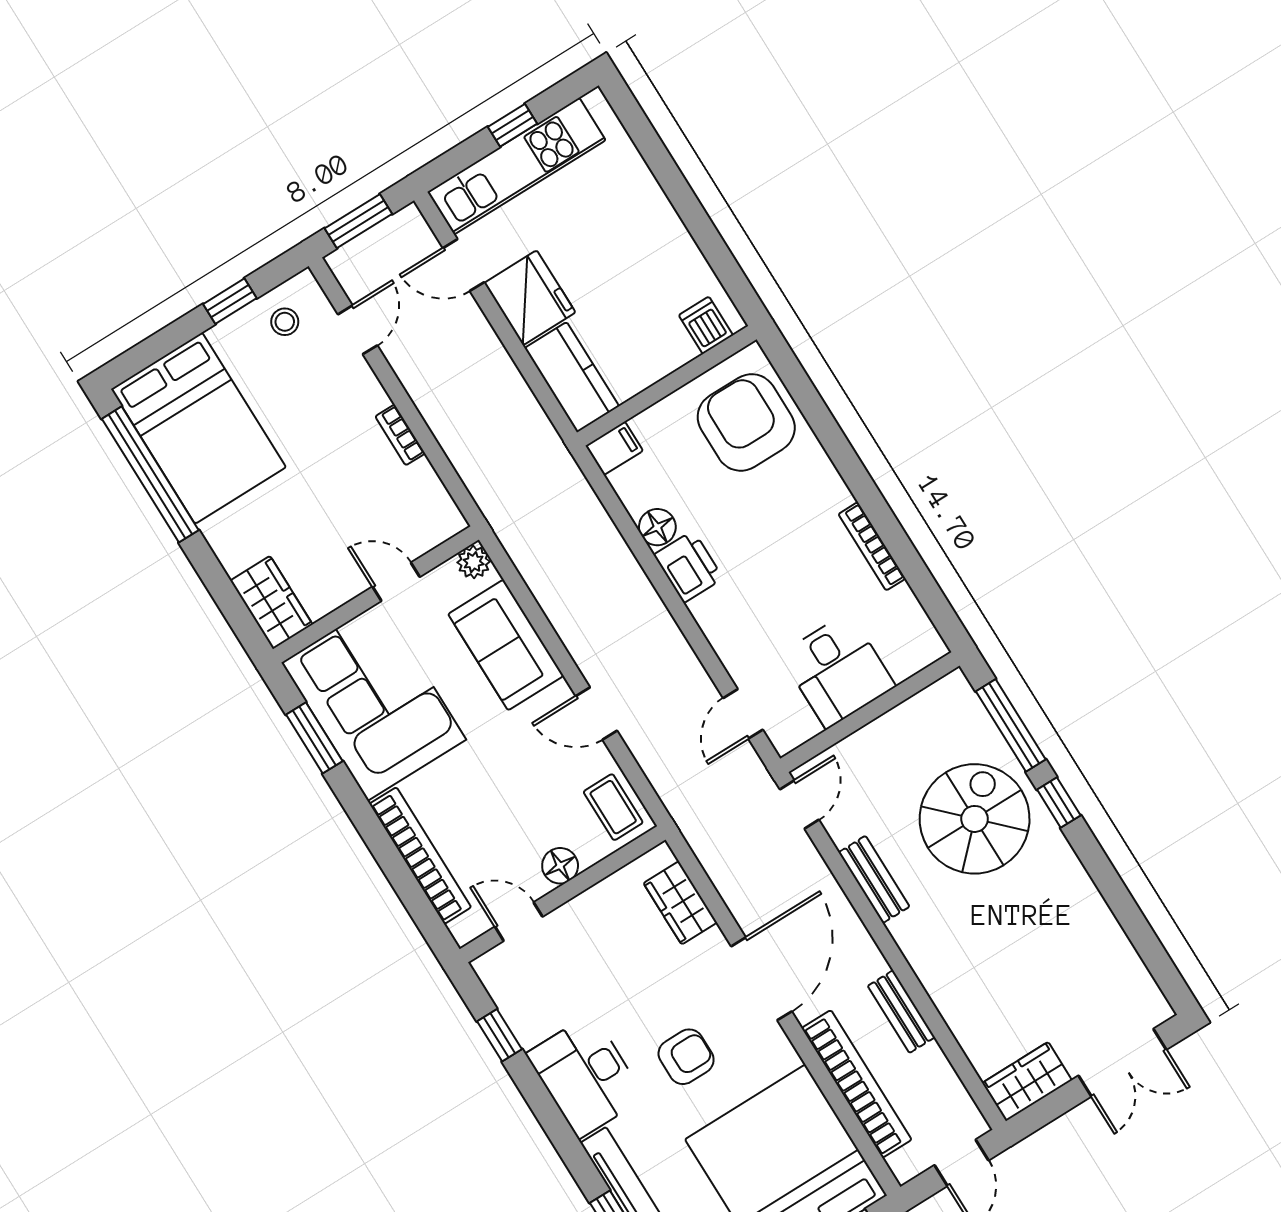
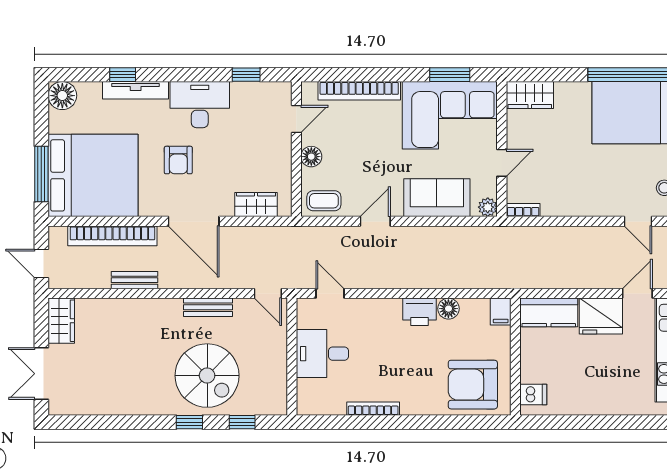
armchair: (746, 422) -> (473, 385), turned 180
bookcase: (400, 435) -> (523, 210), moved
window: (1011, 725) -> (242, 422), width x0.46

